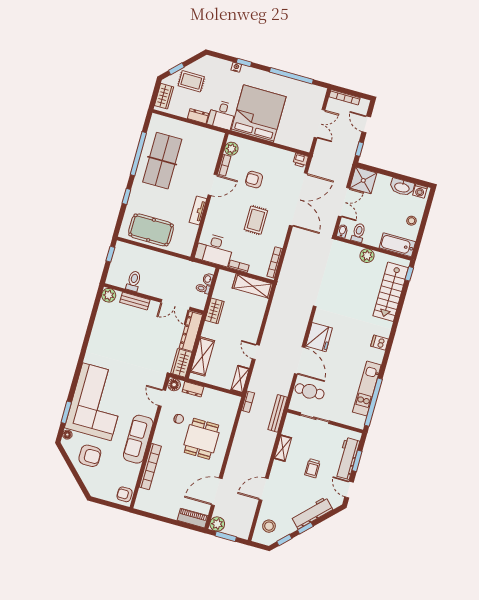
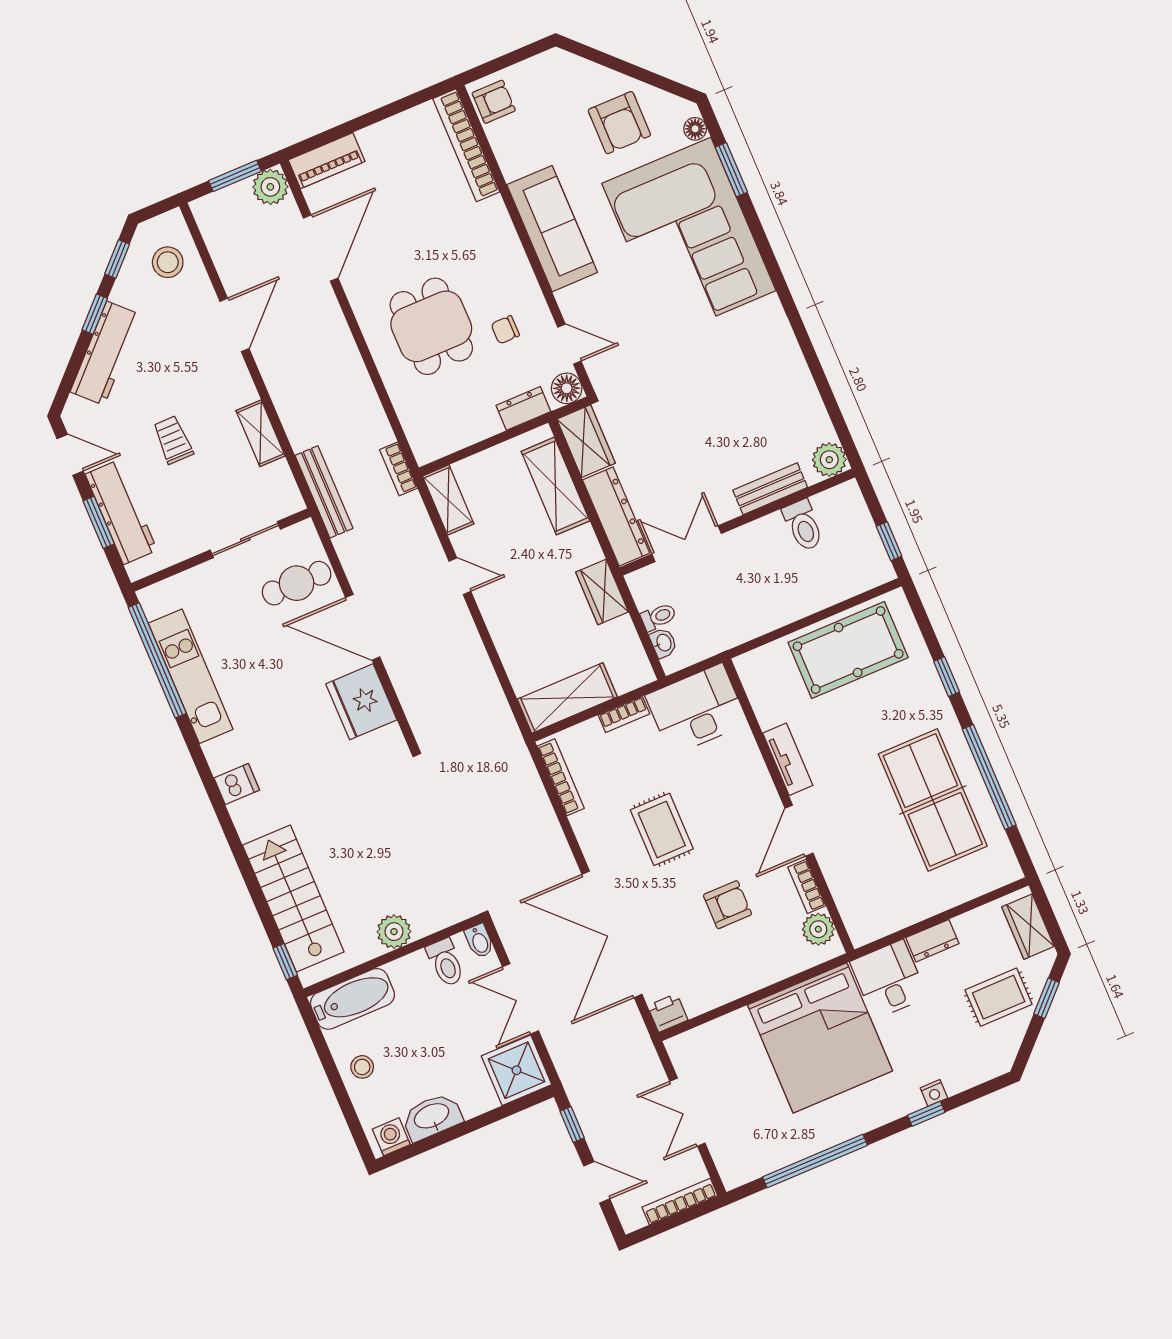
armchair: (90, 456) -> (619, 123), turned -90
bookcase: (150, 467) -> (466, 145), moved

